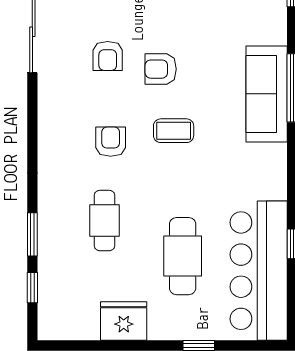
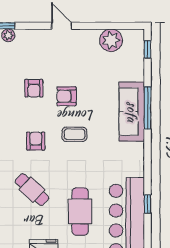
cafe table: (105, 221) -> (32, 190), turned -47

